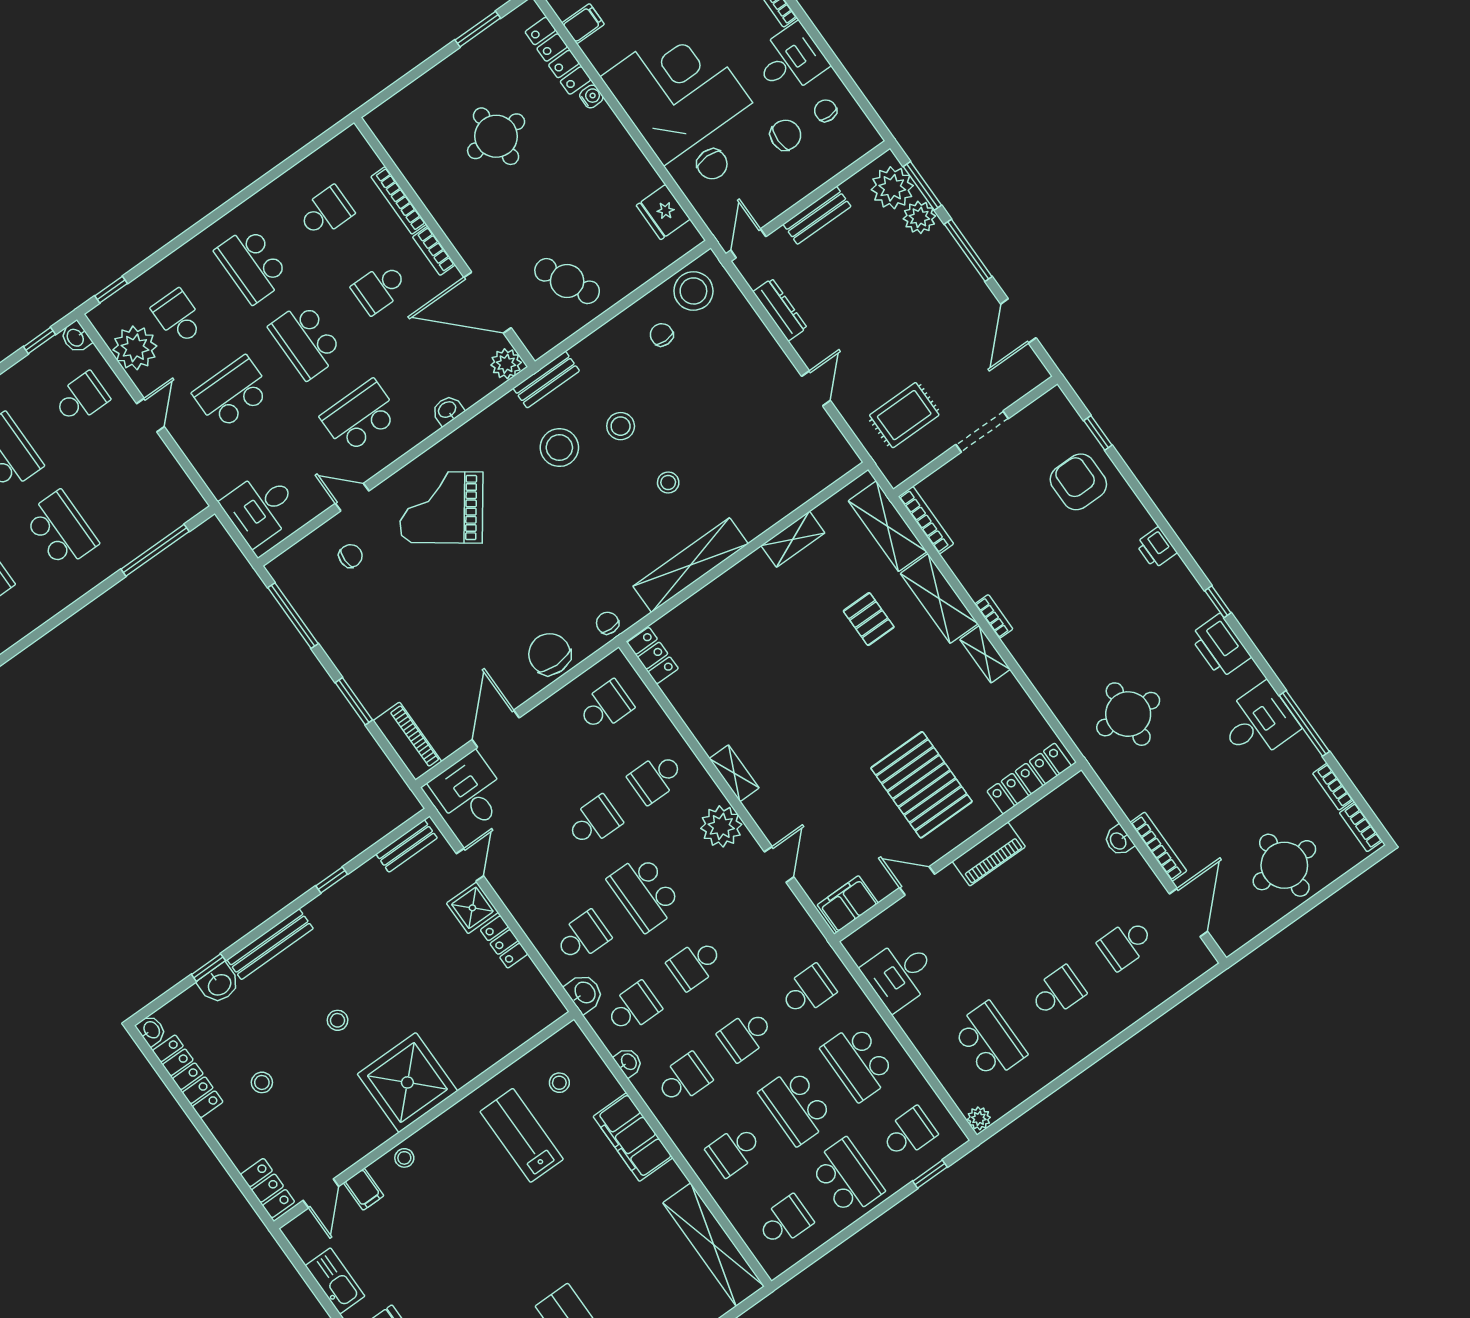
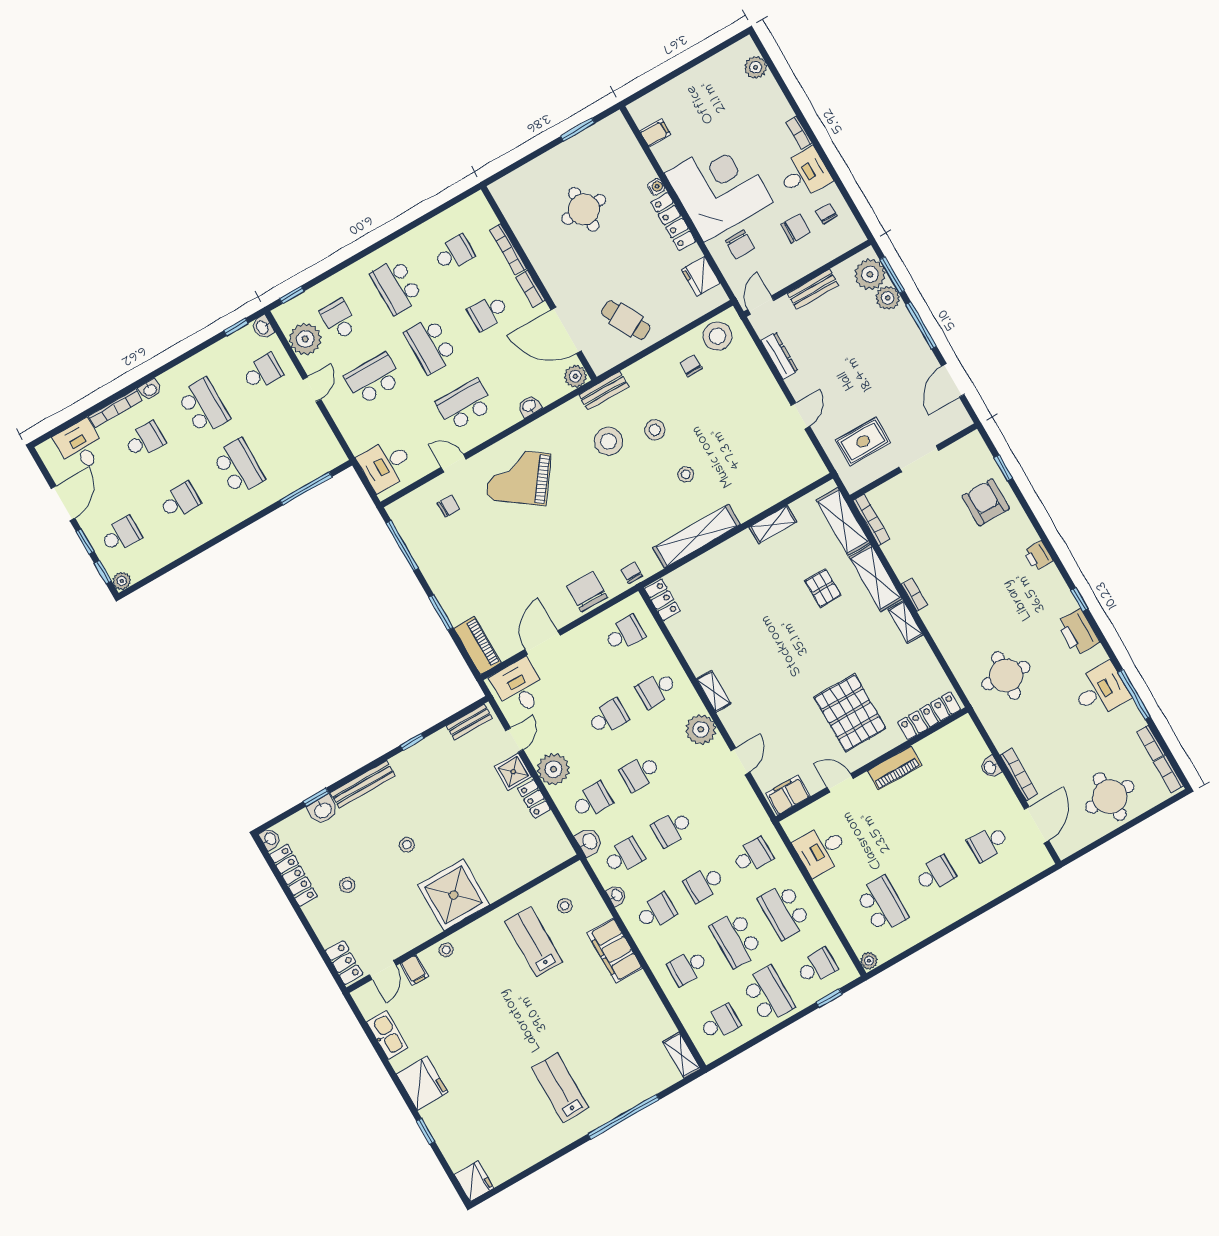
locker: (558, 56) -> (673, 222), moved
school desk: (645, 893) -> (640, 773), width x0.54
plant: (527, 899) -> (553, 769), added
shelving: (714, 1245) -> (682, 1055), width x0.45, depth x0.75

